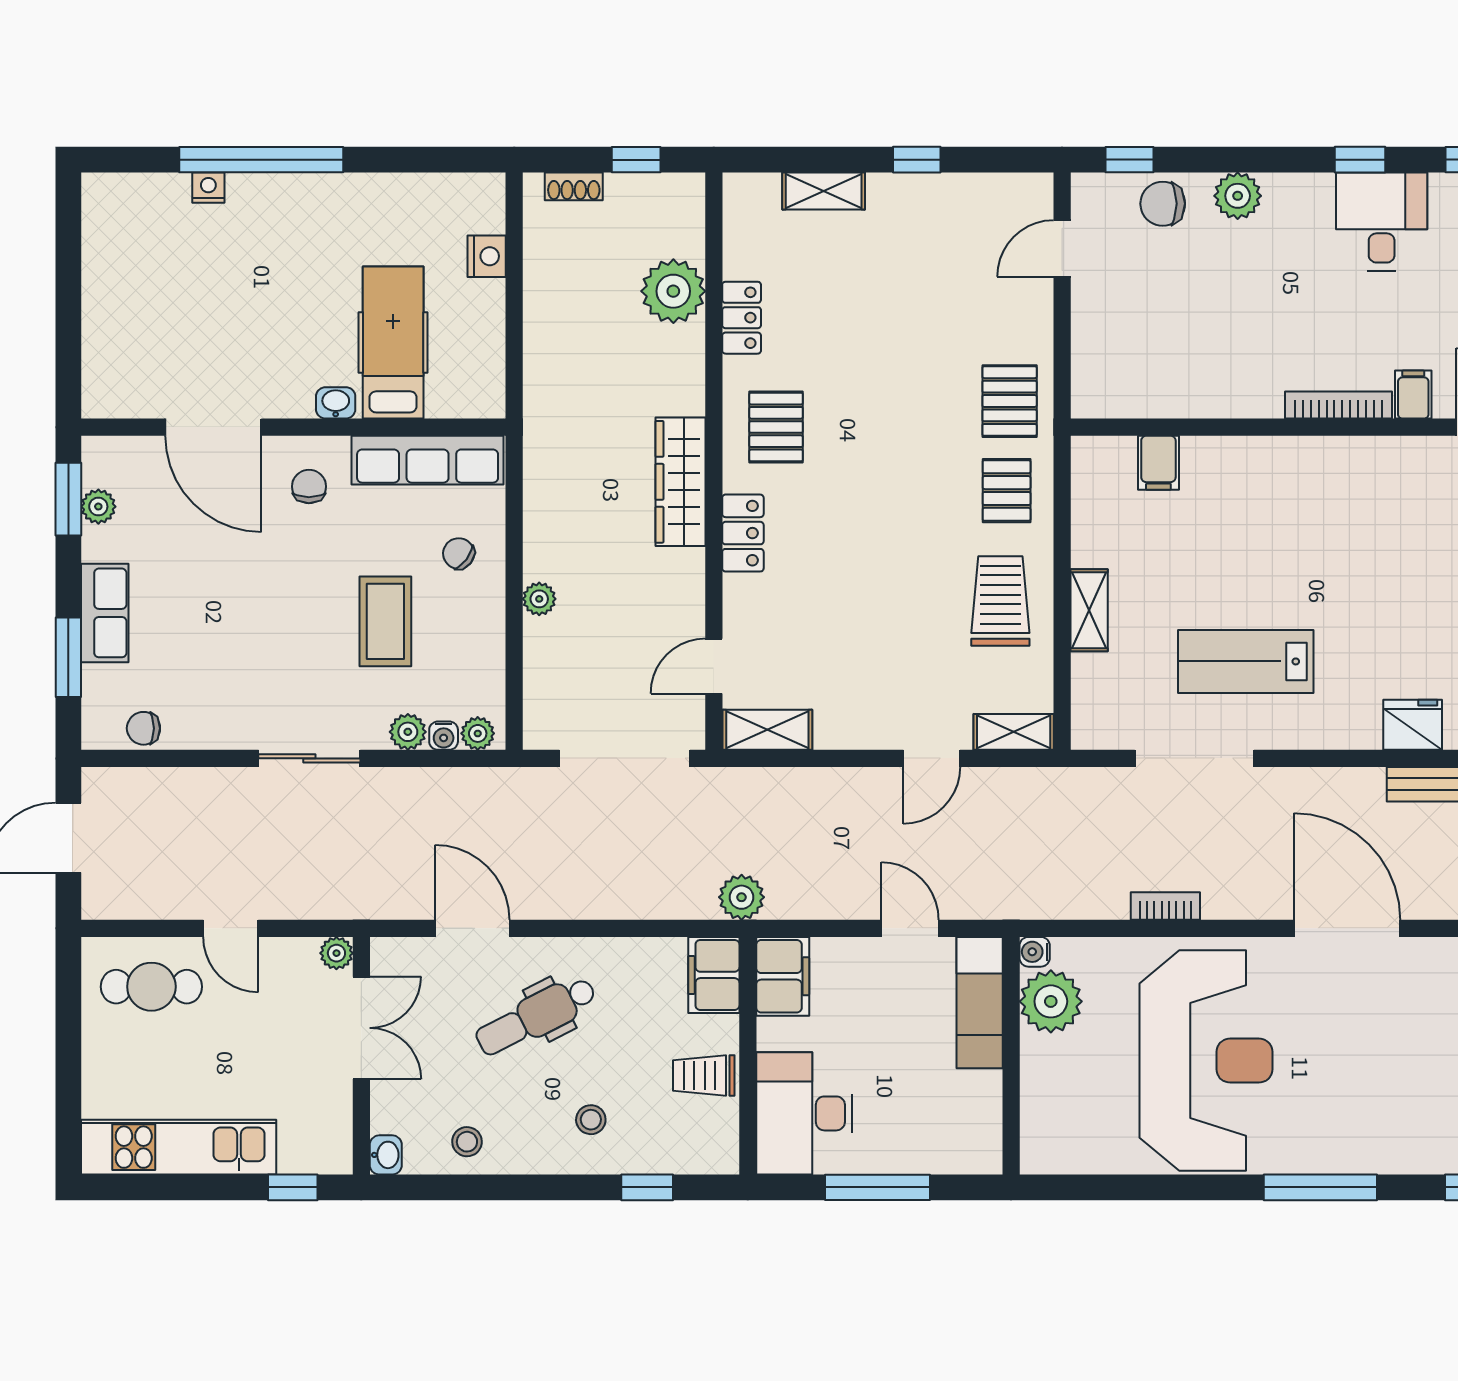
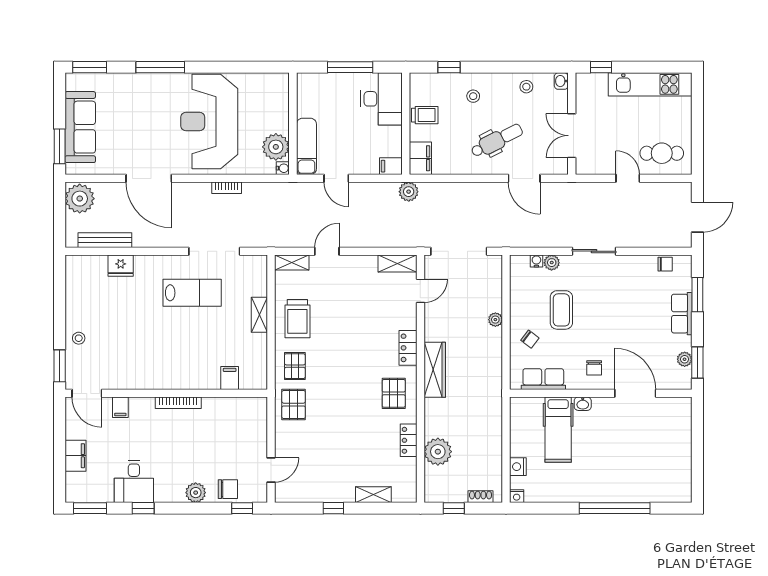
nightstand: (208, 188) -> (517, 496), moved
bookcase: (1338, 405) -> (178, 403), moved
row of seats: (428, 460) -> (543, 379), width x0.68
plant: (478, 733) -> (522, 262), removed
plant: (336, 953) -> (582, 168), removed
filing cabinet: (783, 976) -> (391, 166), width x0.50

